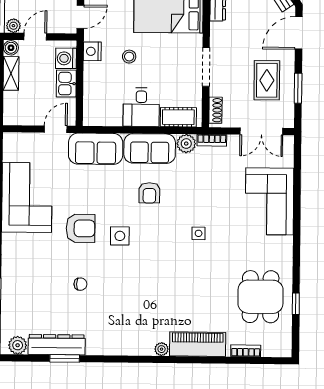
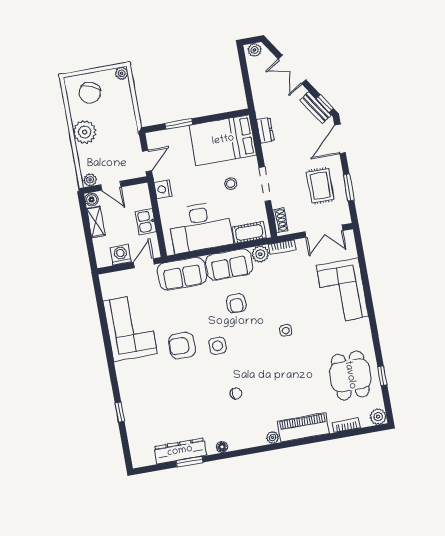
door: (35, 37) -> (111, 186), swing flipped
stool: (129, 57) -> (231, 184), moved
washing machine: (66, 58) -> (121, 255), moved, turned 90
desk: (141, 107) -> (200, 227), width x1.87, depth x1.30
armchair: (81, 228) -> (182, 346), turned 180
chair: (80, 284) -> (236, 394), moved
plant: (18, 345) -> (378, 417), moved
floor lamp: (104, 349) -> (222, 447), added

